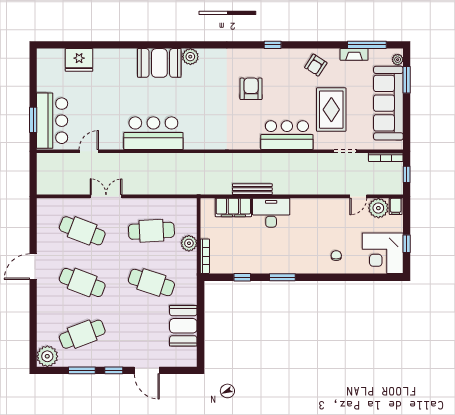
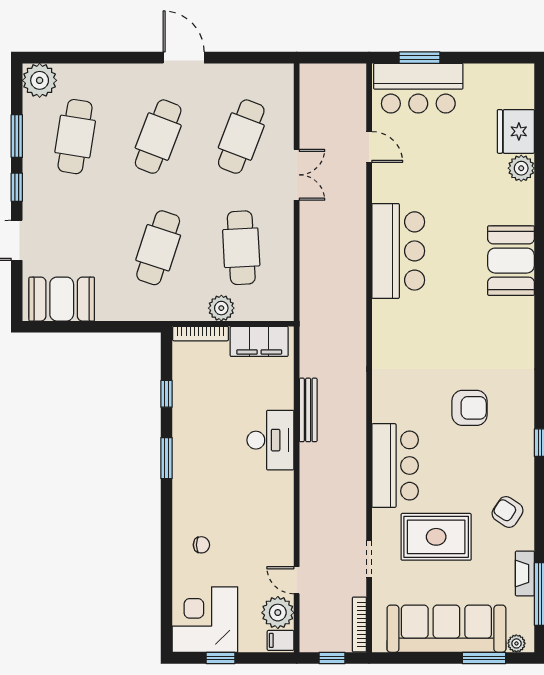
plant: (190, 57) -> (521, 168), moved
filing cabinet: (233, 207) -> (259, 341), moved, turned -90
booth: (183, 326) -> (62, 299), moved
cafe table: (82, 334) -> (75, 137), turned 30

